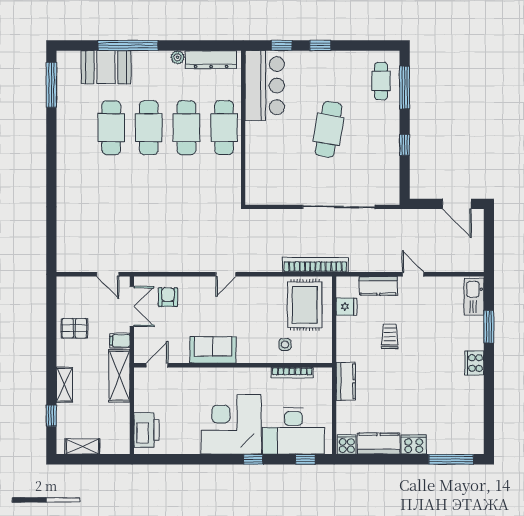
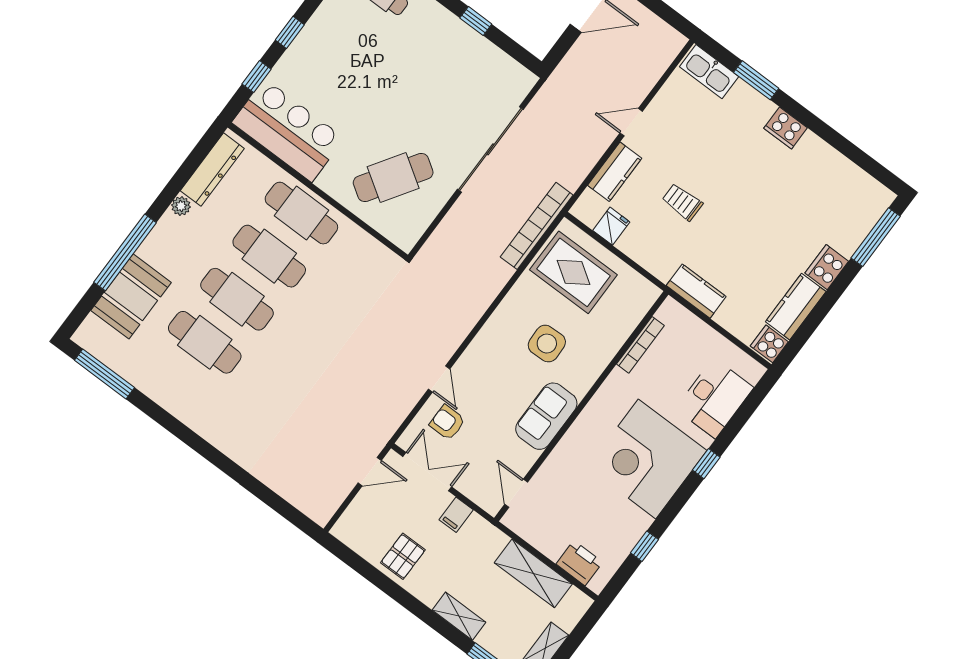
cafe table: (329, 129) -> (393, 177), moved, turned -67
door: (226, 274) -> (439, 379), moved
side table: (285, 344) -> (547, 344), moved, width x1.87, depth x1.87
shelving: (119, 376) -> (533, 573), moved
printer: (146, 430) -> (579, 563), width x0.73, depth x0.84
desk: (293, 431) -> (714, 398), width x0.73, depth x0.77
window: (305, 459) -> (644, 546), moved

